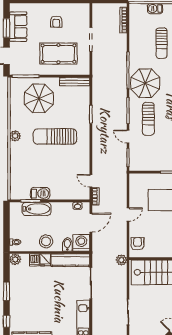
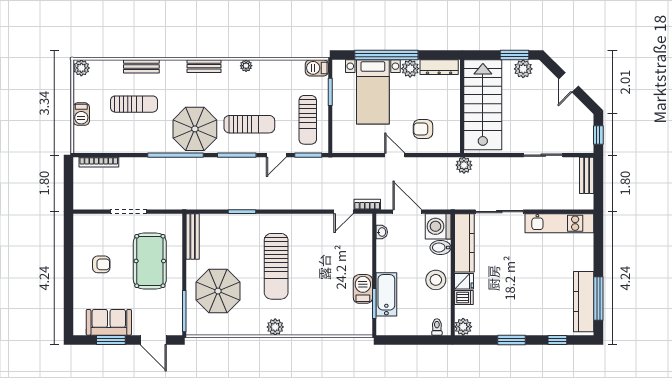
sun lounger: (151, 157) -> (308, 120), added
armchair: (138, 244) -> (423, 129), moved

